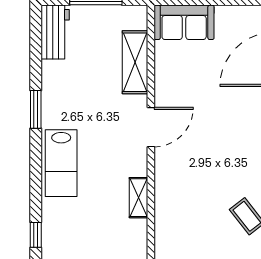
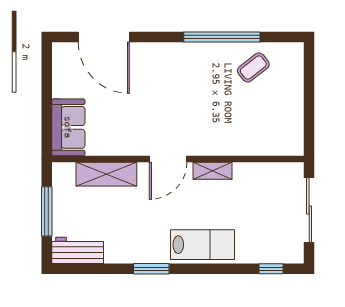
door: (151, 127) -> (168, 159), swing flipped
shelving: (139, 198) -> (212, 171), moved

